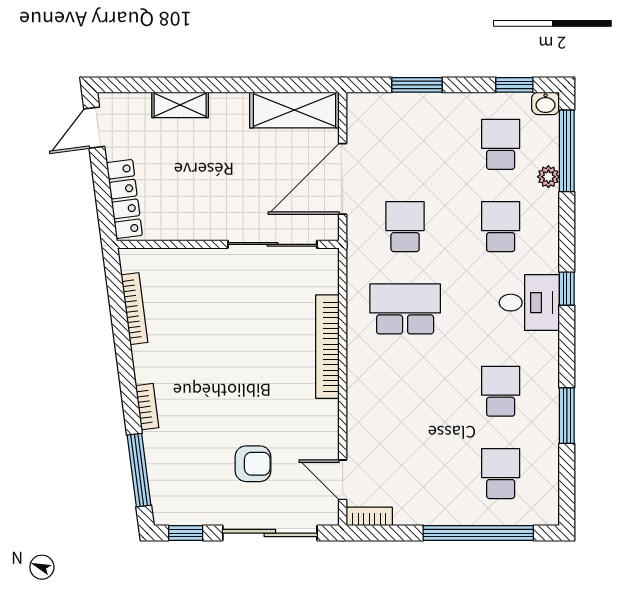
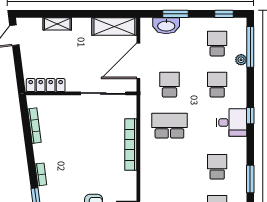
washbasin: (546, 103) -> (166, 26), moved, width x1.91, depth x1.45
locker: (124, 199) -> (46, 85), moved, turned -83

